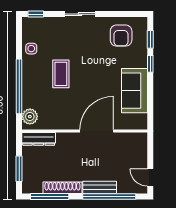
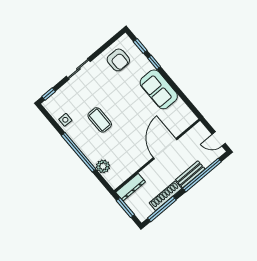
wall: (85, 131) -> (157, 155), moved
door: (97, 131) -> (165, 149), moved
dresser: (39, 139) -> (131, 187), moved

